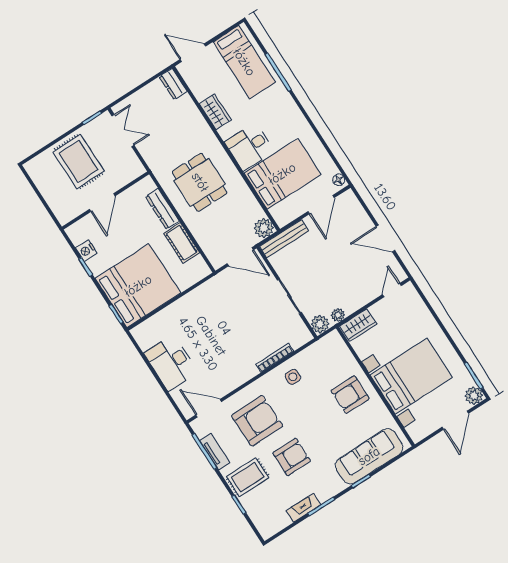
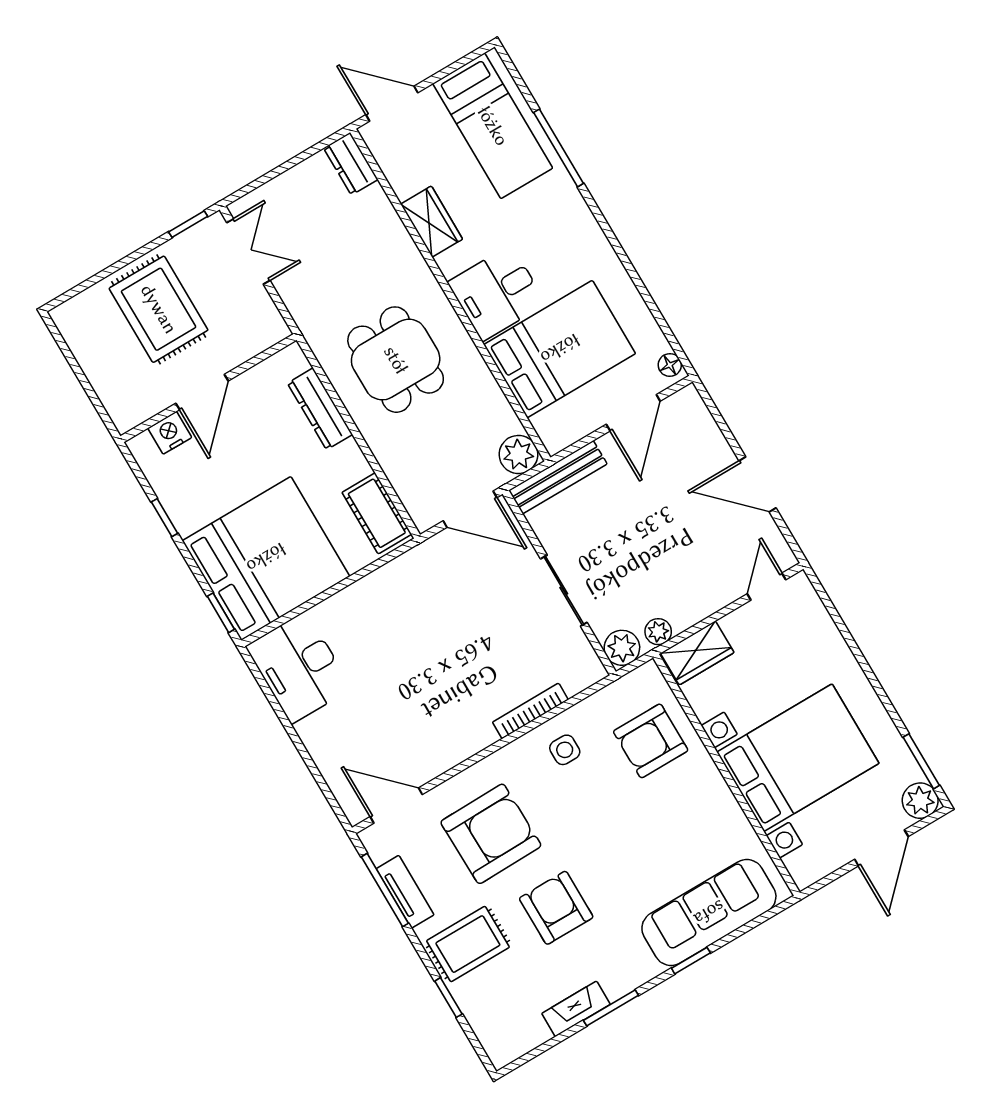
cot: (182, 243) -> (377, 513), moved
nightstand: (86, 251) -> (170, 433), moved, turned 90
desk: (171, 363) -> (299, 667), moved
armchair: (350, 395) -> (651, 741), moved
armchair: (292, 457) -> (556, 908), turned -90

